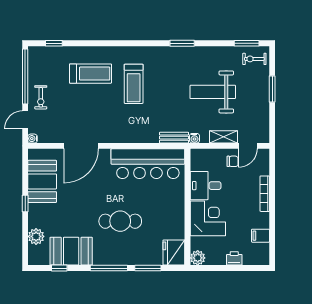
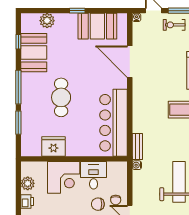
shelving: (224, 137) -> (138, 192), removed
chair: (237, 181) -> (98, 204), added
fridge: (174, 252) -> (53, 146), moved
plant: (198, 258) -> (28, 183), moved

